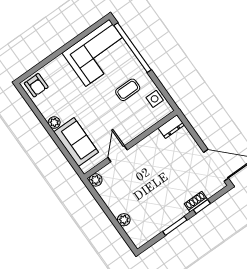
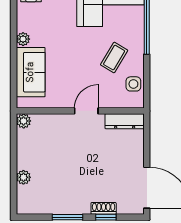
coffee table: (128, 90) -> (114, 57), turned -59
dresser: (171, 127) -> (125, 121), width x1.44
door: (118, 154) -> (86, 111), moved

